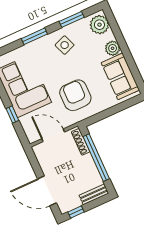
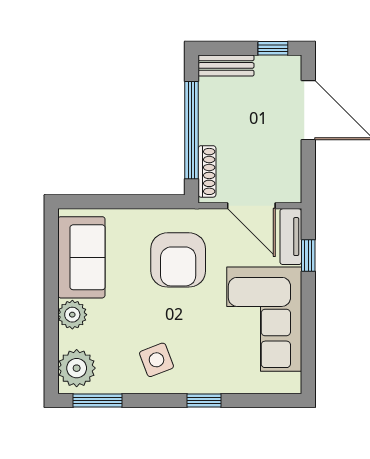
window: (72, 19) -> (98, 401), moved
window: (34, 36) -> (204, 401), width x0.67
window: (12, 115) -> (308, 256), moved
tv unit: (29, 129) -> (291, 237), added

